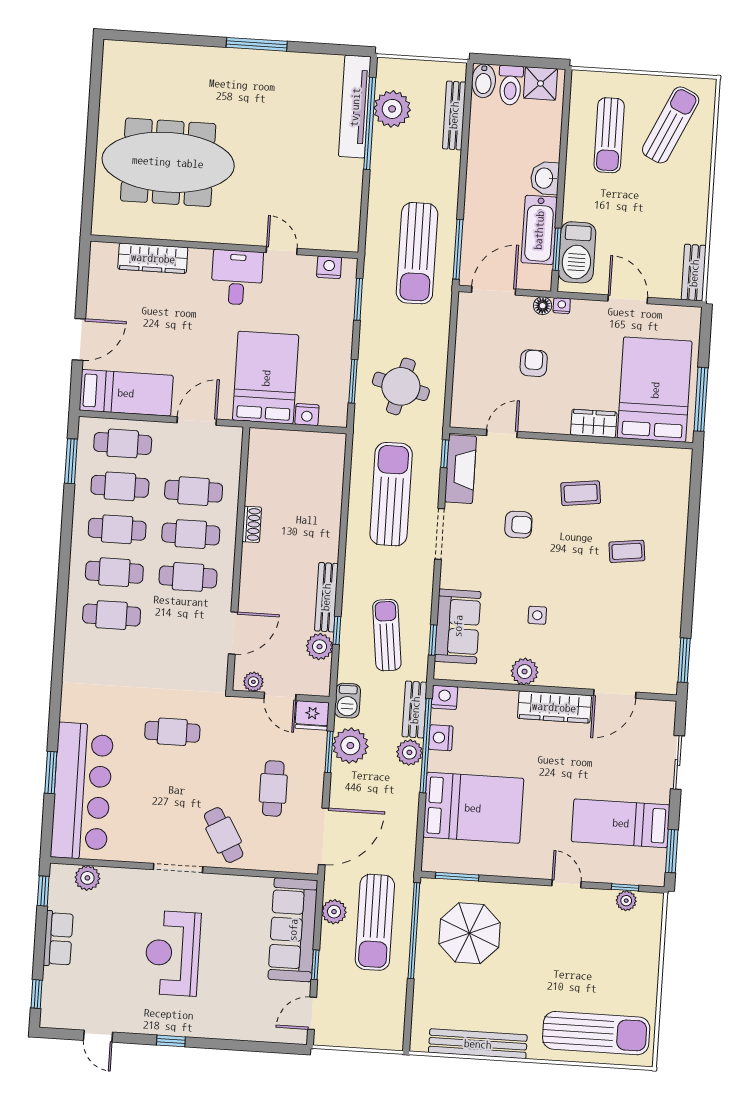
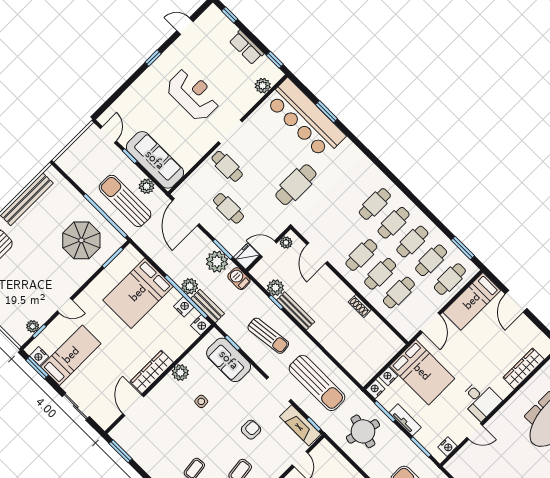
tv unit: (342, 347) -> (405, 420), added
nightstand: (336, 416) -> (375, 389), added
armchair: (518, 525) -> (251, 430), turned 180
sun lounger: (387, 635) -> (268, 336), moved
cafe table: (172, 732) -> (296, 185), width x1.37, depth x1.35
cafe table: (224, 835) -> (227, 166), turned 30
nightstand: (656, 861) -> (39, 356), added

